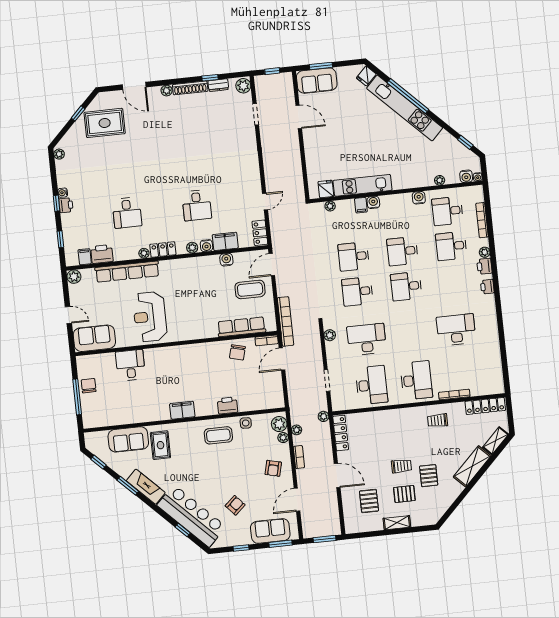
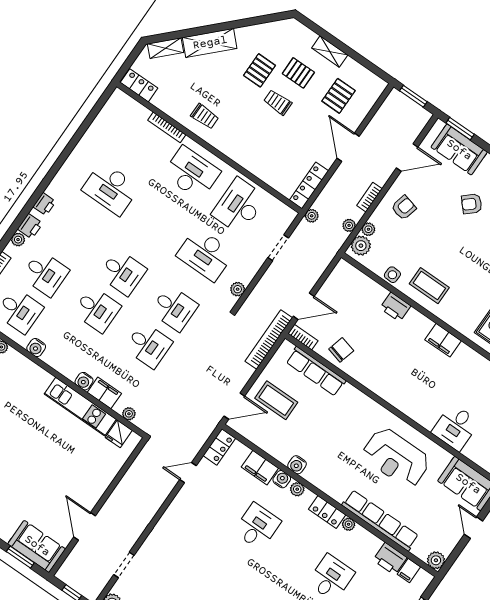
filing cabinet: (361, 205) -> (104, 393), width x2.00
water cooler: (226, 260) -> (297, 465), moved
reception desk: (150, 317) -> (396, 458), turned 90
desk: (416, 380) -> (192, 173), turned 90
locker: (485, 406) -> (139, 85), width x0.66

